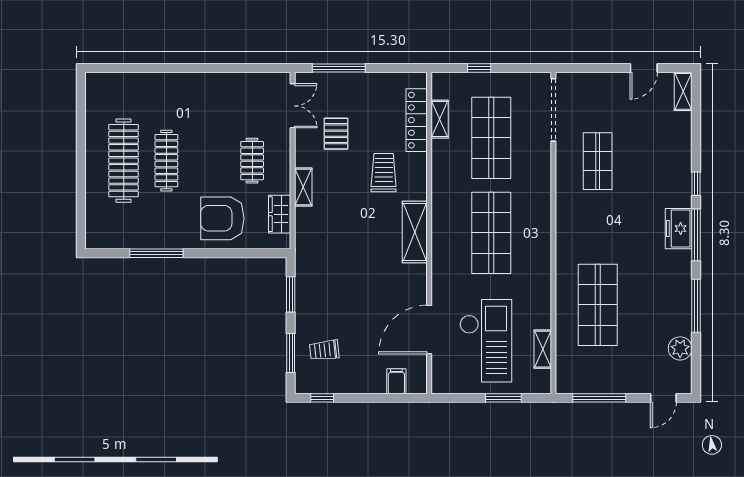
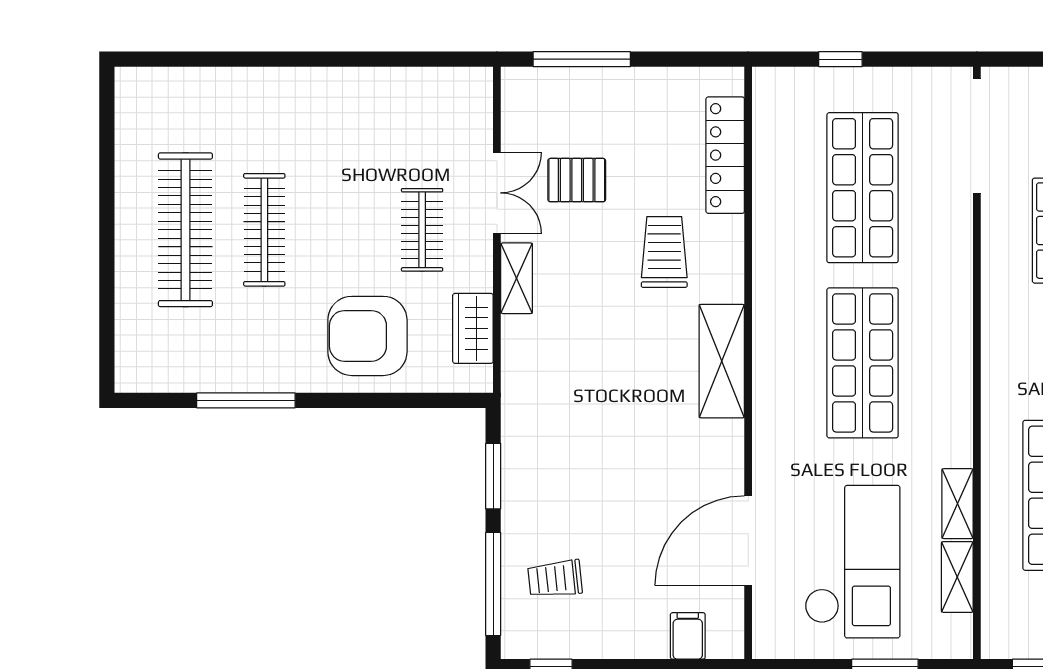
double door: (293, 106) -> (497, 193), moved
shelving: (440, 119) -> (958, 504), moved
pallet: (336, 134) -> (577, 180), turned 90
window: (291, 353) -> (493, 584), width x1.44

